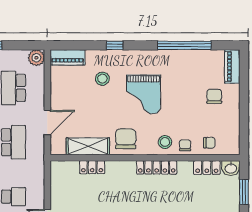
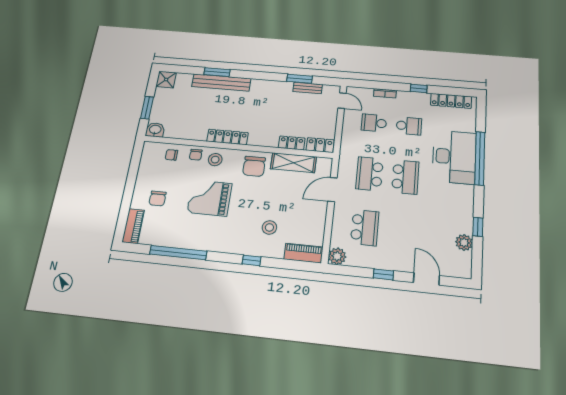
grand piano: (144, 94) -> (209, 198), moved, turned -90
locker: (207, 168) -> (320, 145), moved

